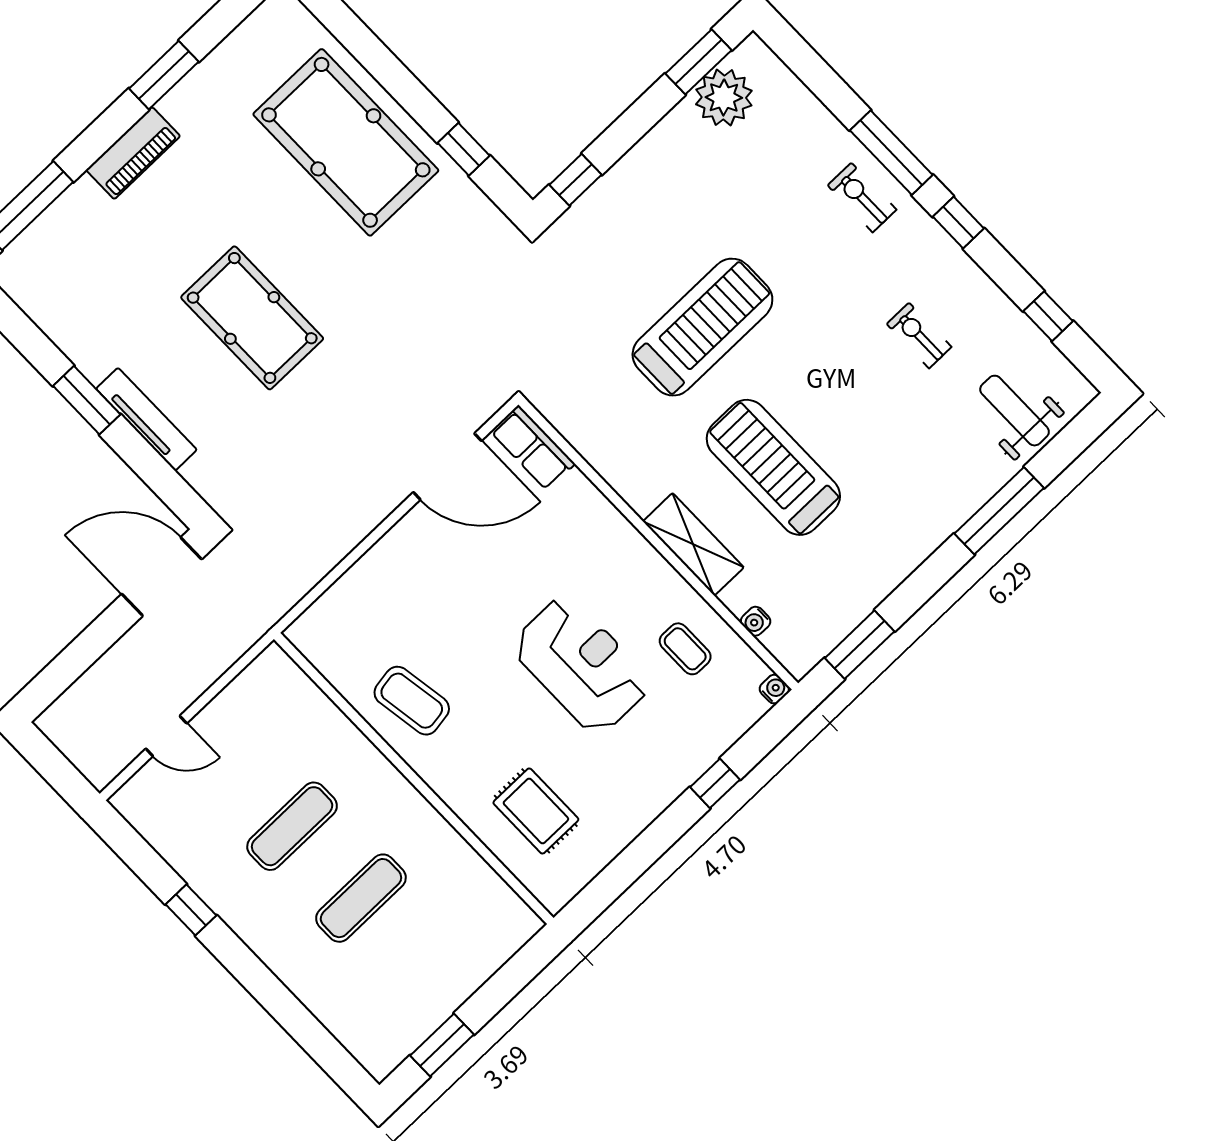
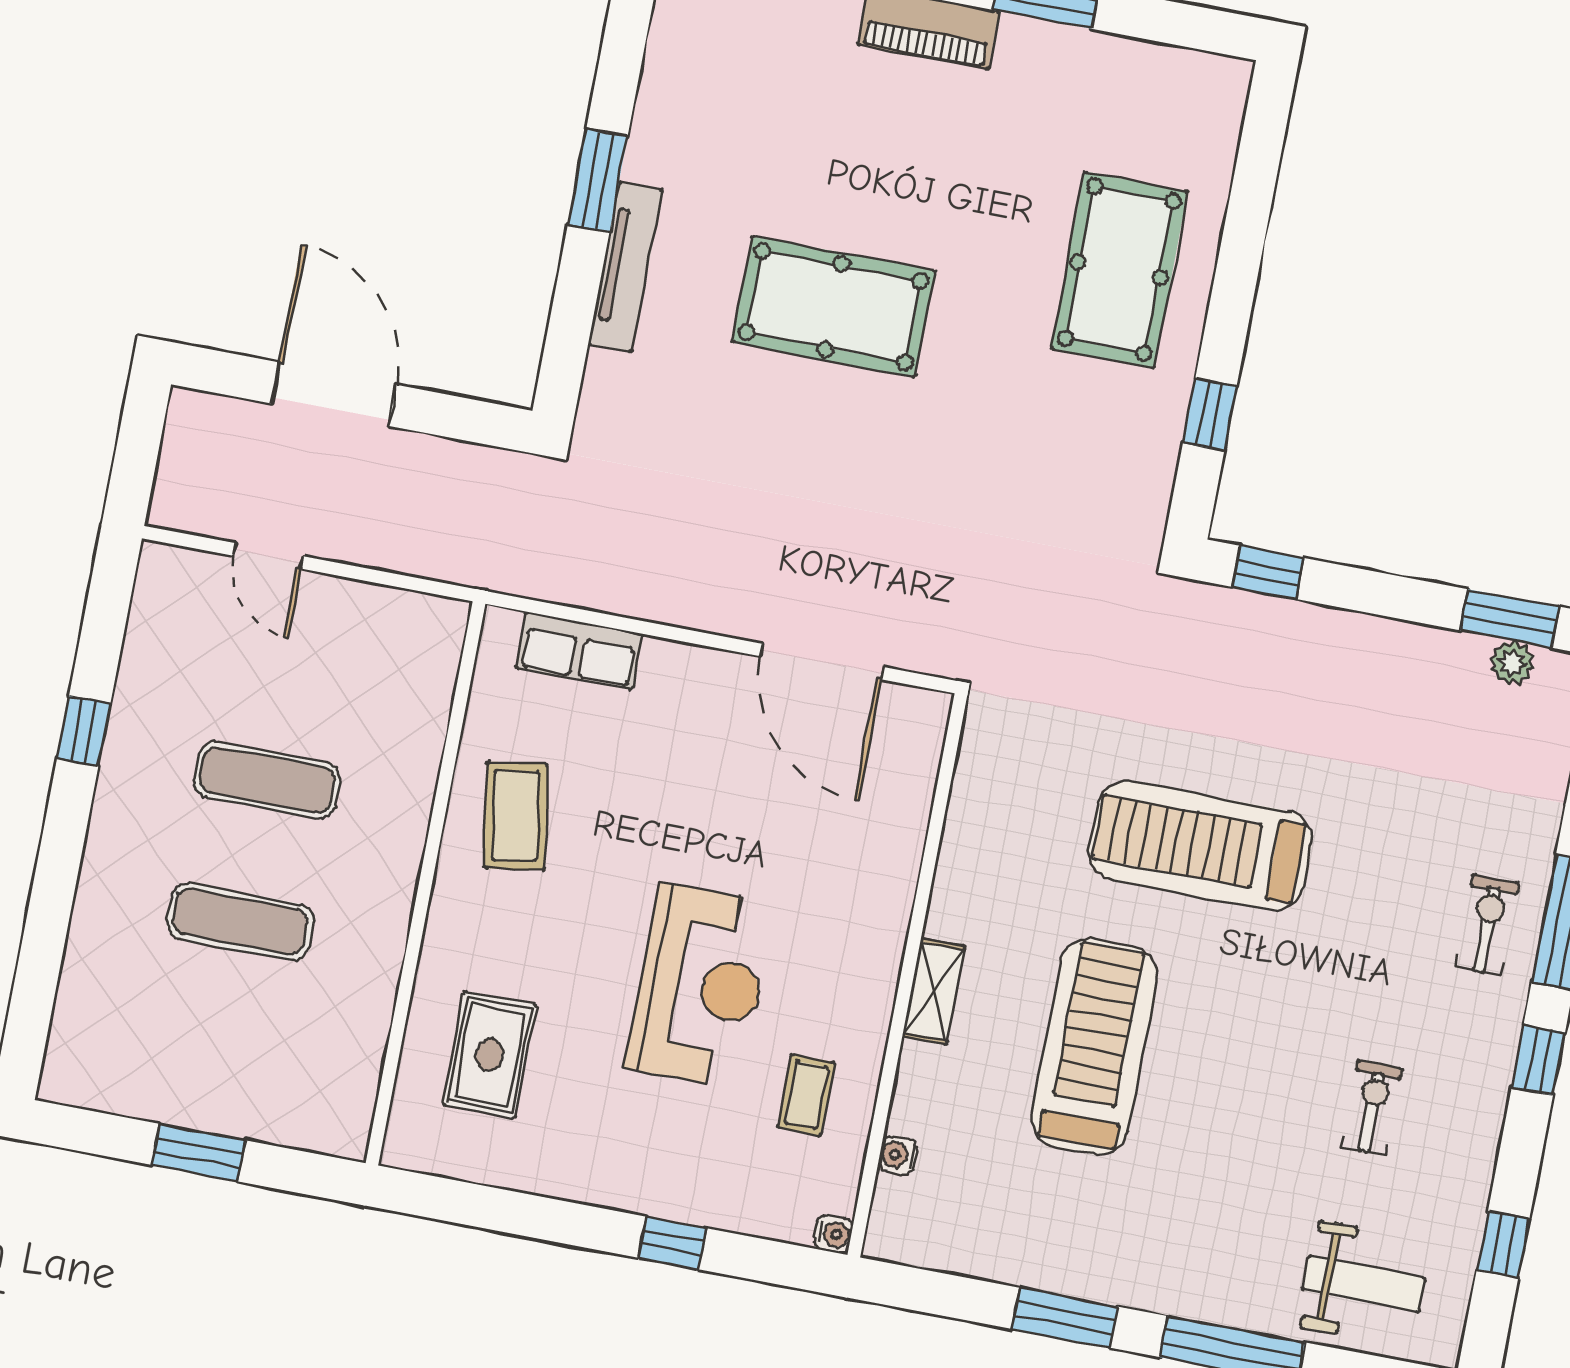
plant: (724, 98) -> (1512, 663), width x0.53, depth x0.53
pool table: (346, 142) -> (1119, 270), width x0.73, depth x0.76
pool table: (252, 318) -> (834, 307), turned 90
treadmill: (702, 327) -> (1200, 846), turned 180
weight bench: (1015, 411) -> (1364, 1284), turned 90
row of seats: (533, 448) -> (579, 651), moved, turned -90
shelving: (693, 544) -> (934, 991), width x0.67, depth x0.75
door: (162, 577) -> (334, 394), moved
window: (860, 645) -> (1065, 1318), moved
window: (442, 1045) -> (199, 1153), moved

